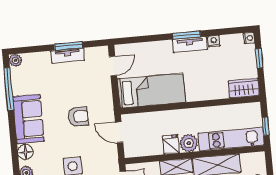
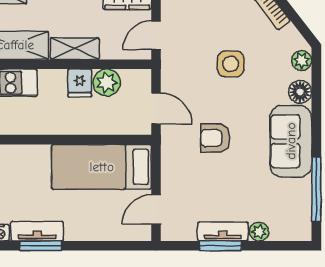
plant: (15, 60) -> (259, 232), moved
plant: (189, 143) -> (107, 82), moved

